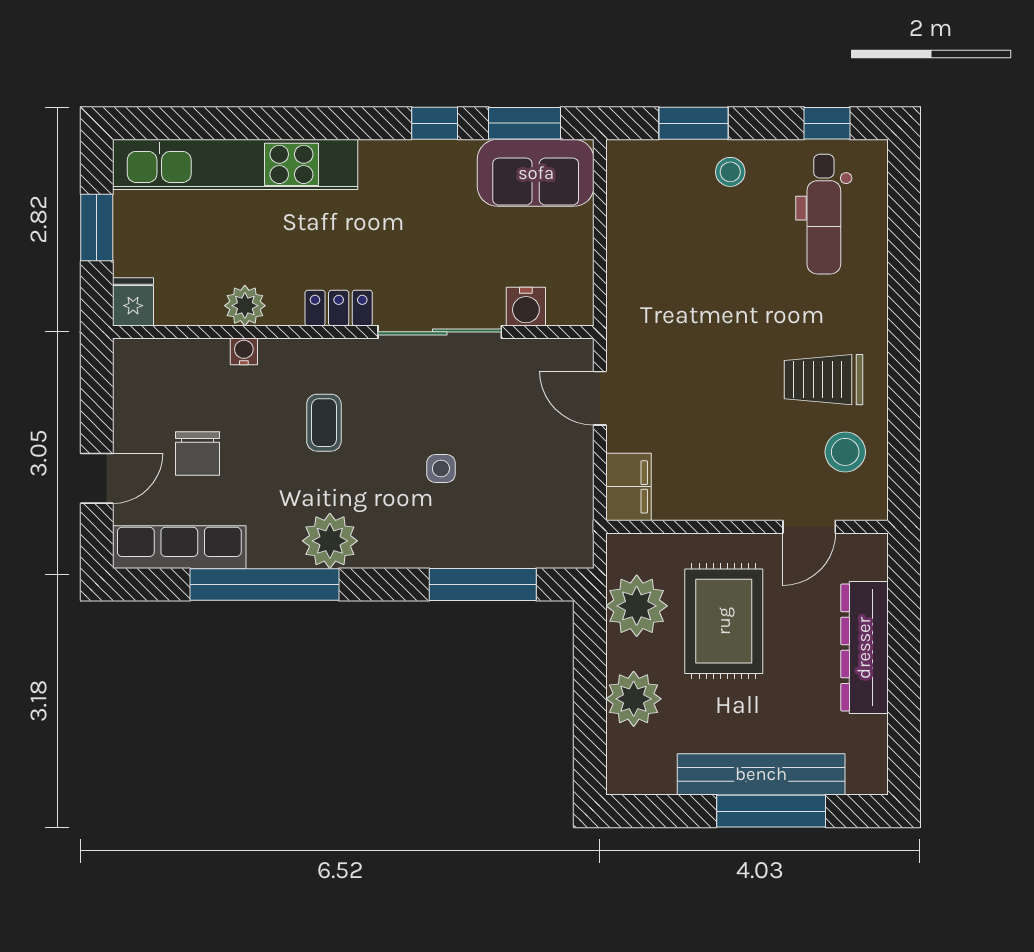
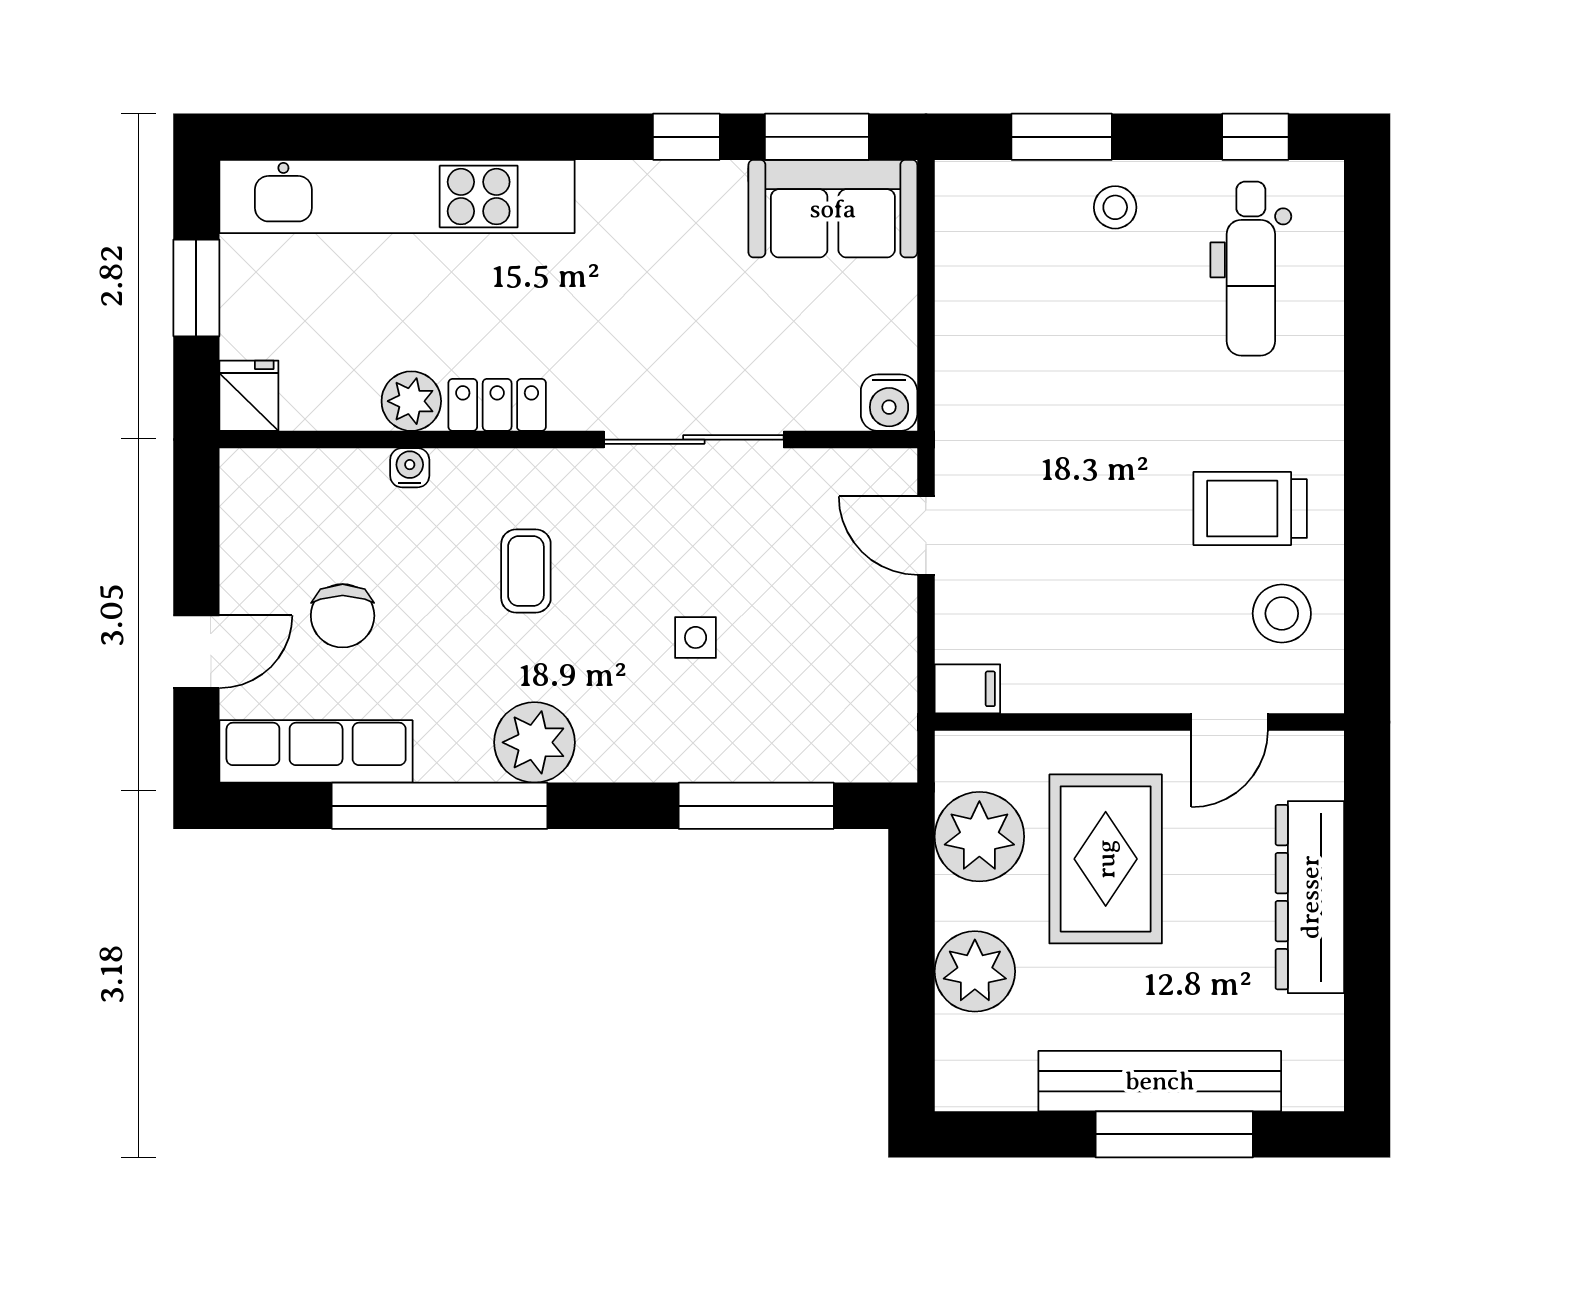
water cooler: (526, 307) -> (889, 403), moved
locker: (339, 308) -> (497, 405), moved
filing cabinet: (628, 487) -> (967, 689), width x0.50

